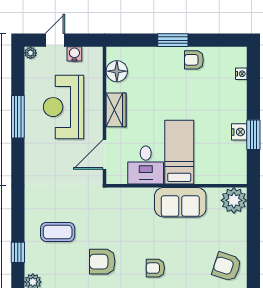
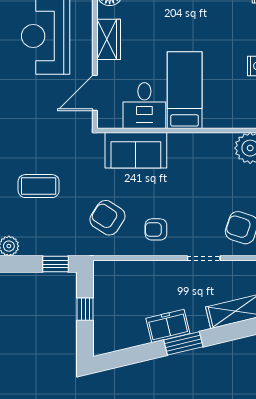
sofa: (180, 202) -> (136, 150), moved
armchair: (102, 262) -> (108, 218), moved, turned 33

